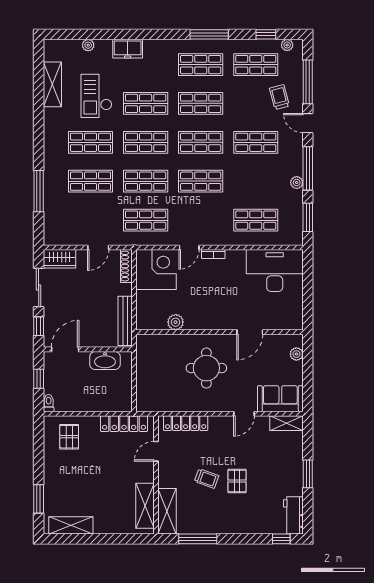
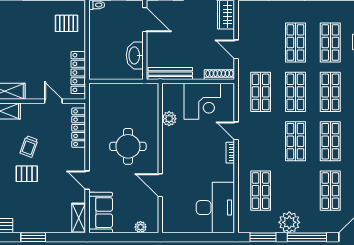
plant: (297, 183) -> (289, 222), width x1.88, depth x1.88
corner desk: (156, 269) -> (202, 101), moved

